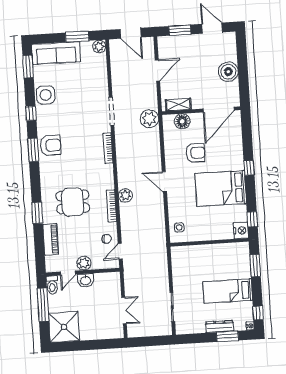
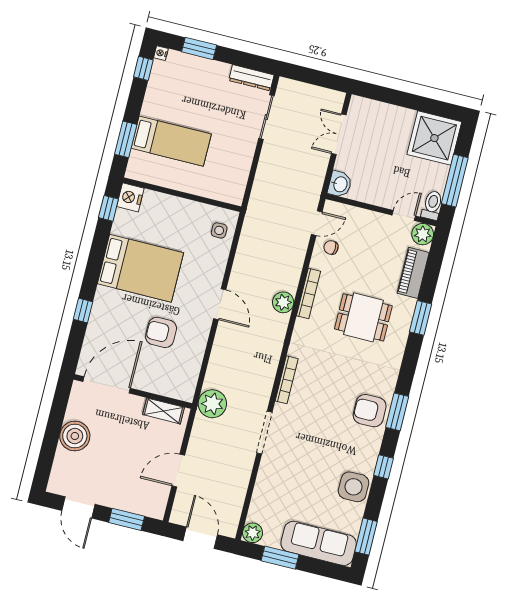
floor lamp: (182, 121) -> (166, 385), removed
window: (249, 168) -> (83, 310), moved
plant: (84, 263) -> (423, 234), moved
washbasin: (86, 280) -> (340, 184), moved, turned 90
bed: (228, 291) -> (171, 141), moved
dresser: (219, 327) -> (251, 78), moved

